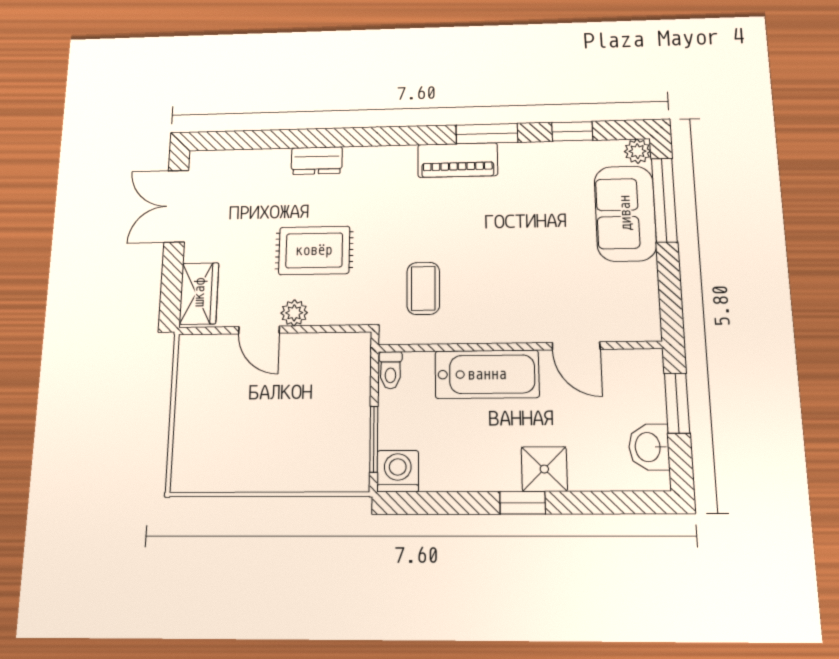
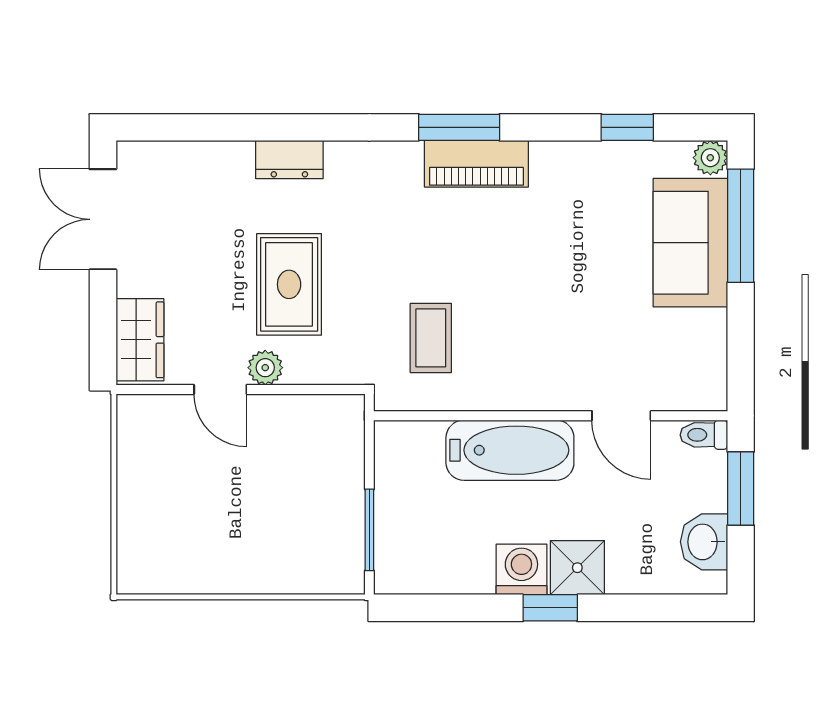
window: (487, 134) -> (459, 127), moved
rug: (314, 250) -> (289, 284), turned 90
toilet: (390, 370) -> (704, 435), moved, turned 90
washing machine: (398, 471) -> (521, 569), moved

